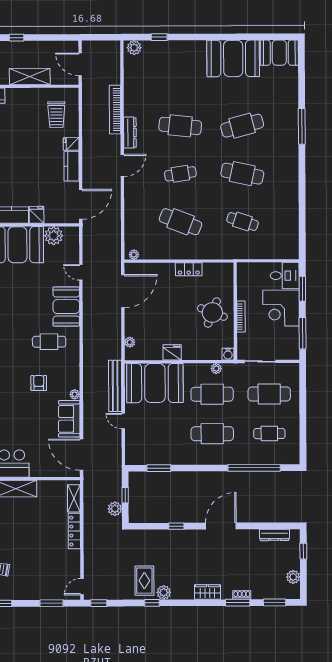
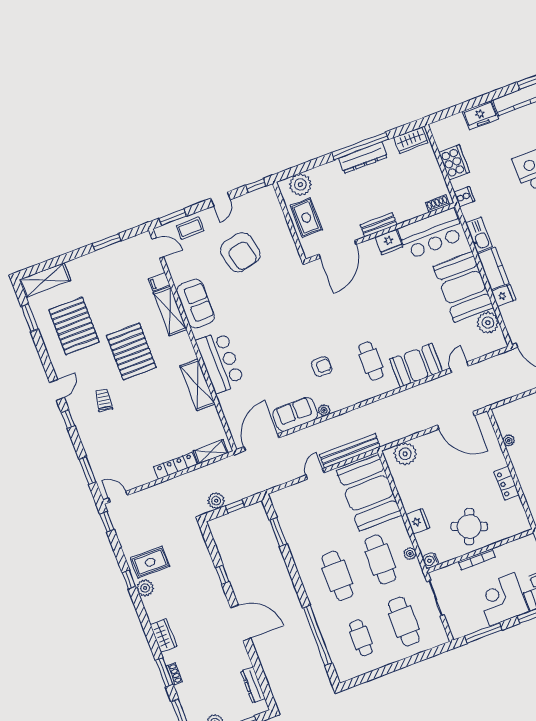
plant: (134, 255) -> (509, 440), moved
plant: (130, 342) -> (405, 454), width x1.87, depth x1.87
fridge: (172, 352) -> (418, 521), moved

